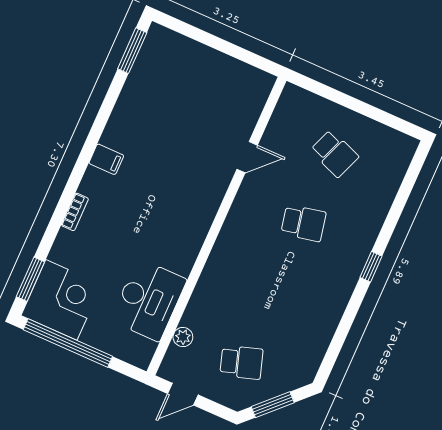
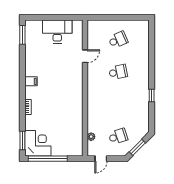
school desk: (334, 153) -> (118, 40), turned -45
window: (371, 267) -> (152, 95), moved
desk: (149, 300) -> (57, 32), moved, turned -90

